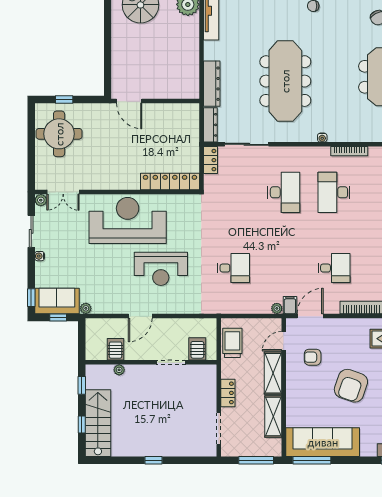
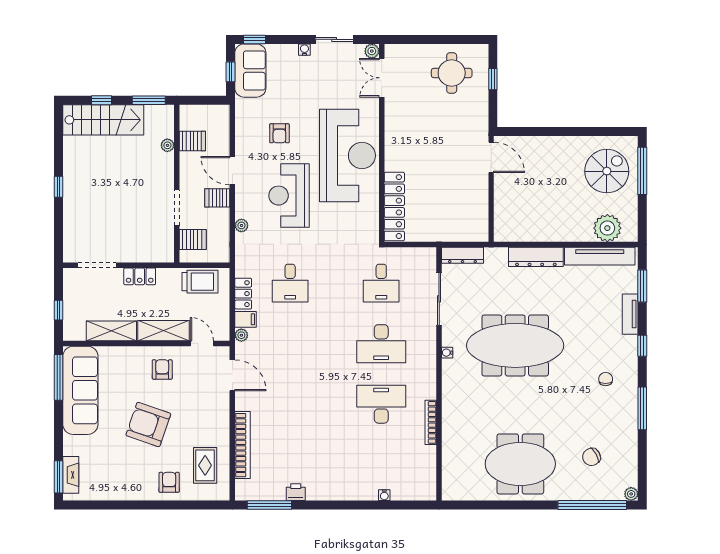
dresser: (212, 84) -> (536, 257), moved
door: (129, 101) -> (491, 157), swing flipped
round table: (59, 134) -> (452, 73), width x0.73, depth x0.73
water cooler: (322, 138) -> (447, 353), moved
locker: (210, 160) -> (243, 294), moved, turned -90
desk: (334, 268) -> (381, 283), moved
armchair: (109, 277) -> (279, 133), added
filing cabinet: (290, 305) -> (245, 319), moved
plant: (86, 308) -> (241, 225), moved
server rack: (163, 328) -> (217, 198), added
armchair: (313, 357) -> (162, 369), moved
window: (82, 385) -> (149, 100), width x1.50
window: (256, 460) -> (59, 310), width x0.46

